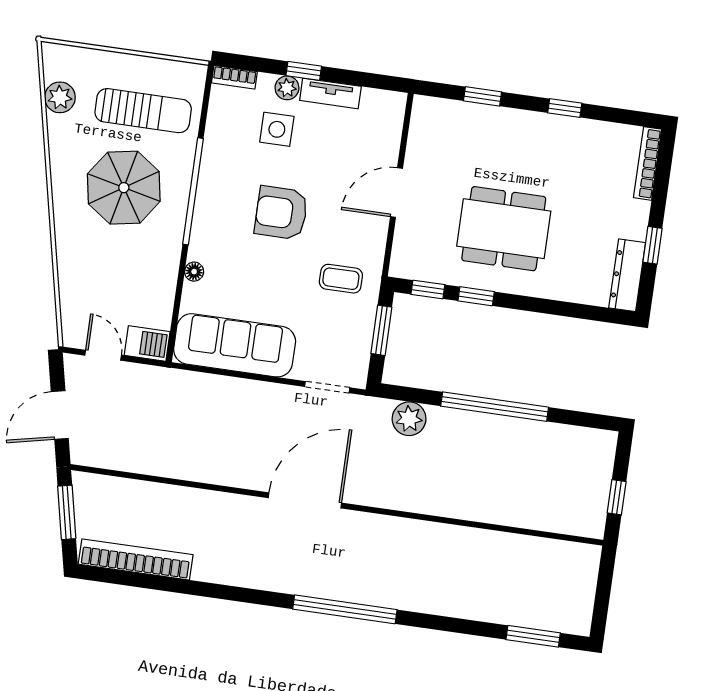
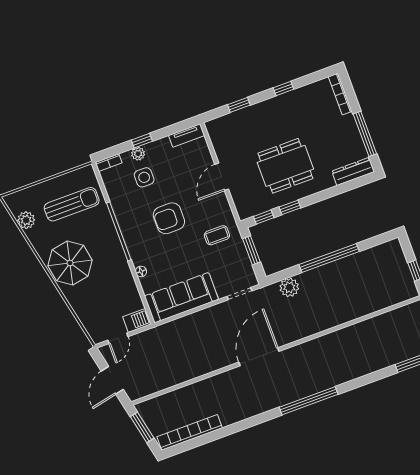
tv unit: (330, 93) -> (187, 135), moved
parasol: (124, 188) -> (70, 263), moved
window: (652, 245) -> (365, 134), width x2.17
dresser: (627, 275) -> (353, 171), moved, turned 90
door: (103, 355) -> (118, 338), swing flipped

